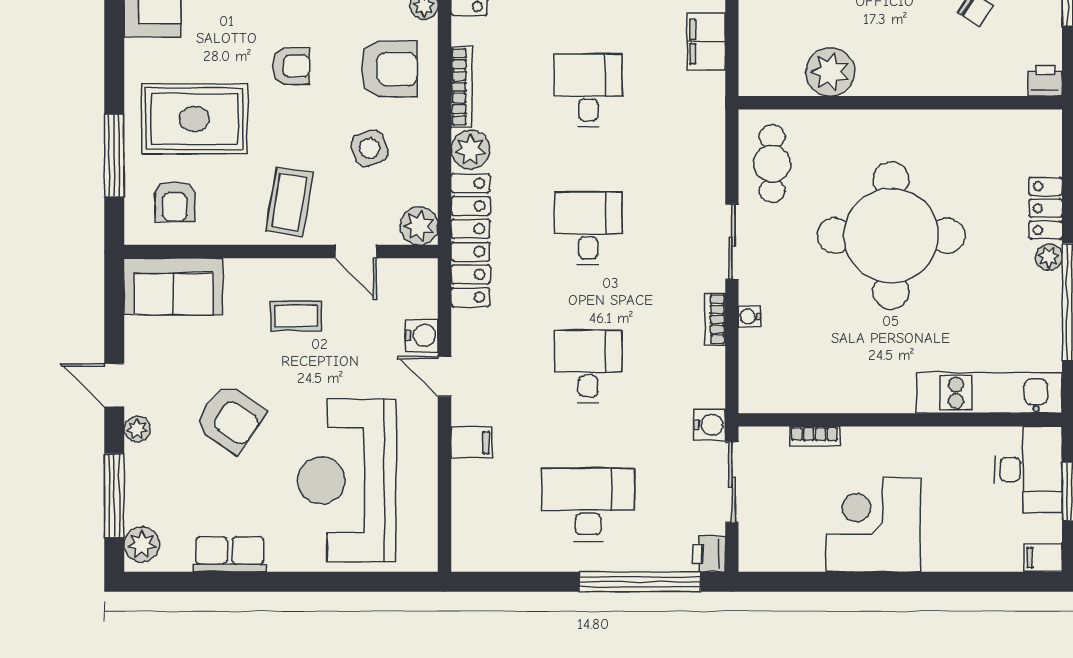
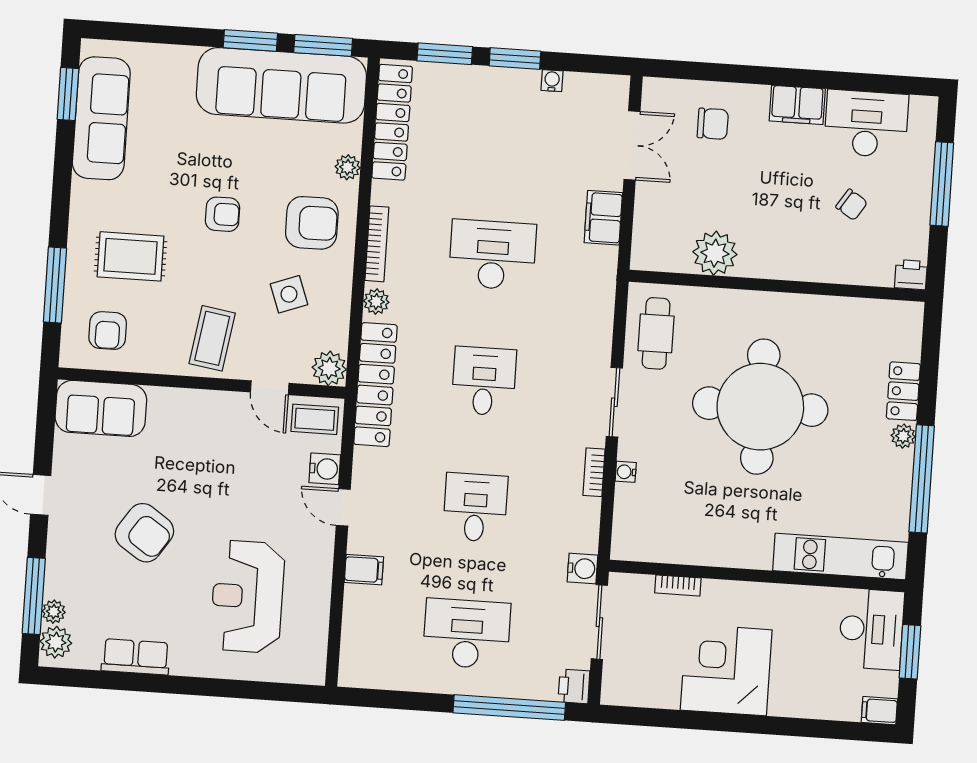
desk: (588, 90) -> (492, 255), width x1.37
rug: (194, 119) -> (131, 256), width x0.73, depth x0.70
plant: (471, 150) -> (376, 302), width x0.73, depth x0.73
coffee table: (296, 316) -> (315, 419), moved
plant: (137, 429) -> (54, 612), moved
reception desk: (347, 480) -> (247, 597), width x0.74, depth x0.77

